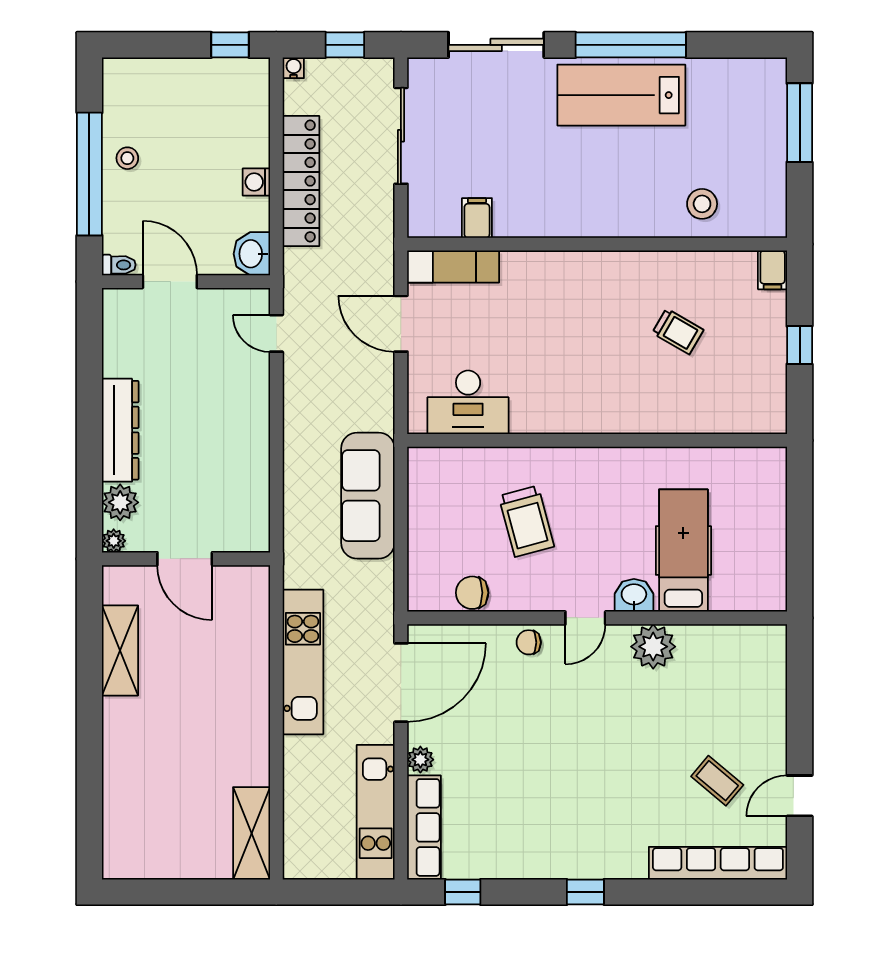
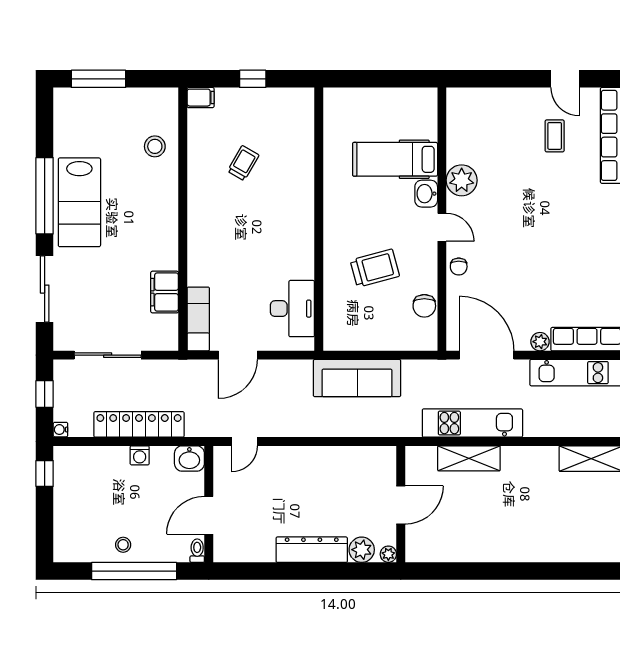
filing cabinet: (477, 218) -> (165, 292), width x2.00
shelving: (120, 650) -> (469, 458), moved
coffee table: (717, 781) -> (555, 136), turned -40

